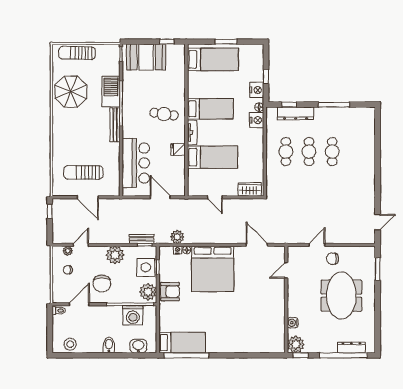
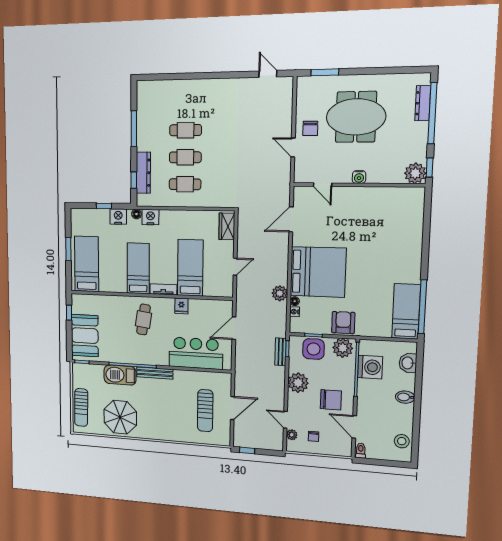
plant: (177, 237) -> (280, 293), moved
water cooler: (293, 323) -> (359, 177), moved

